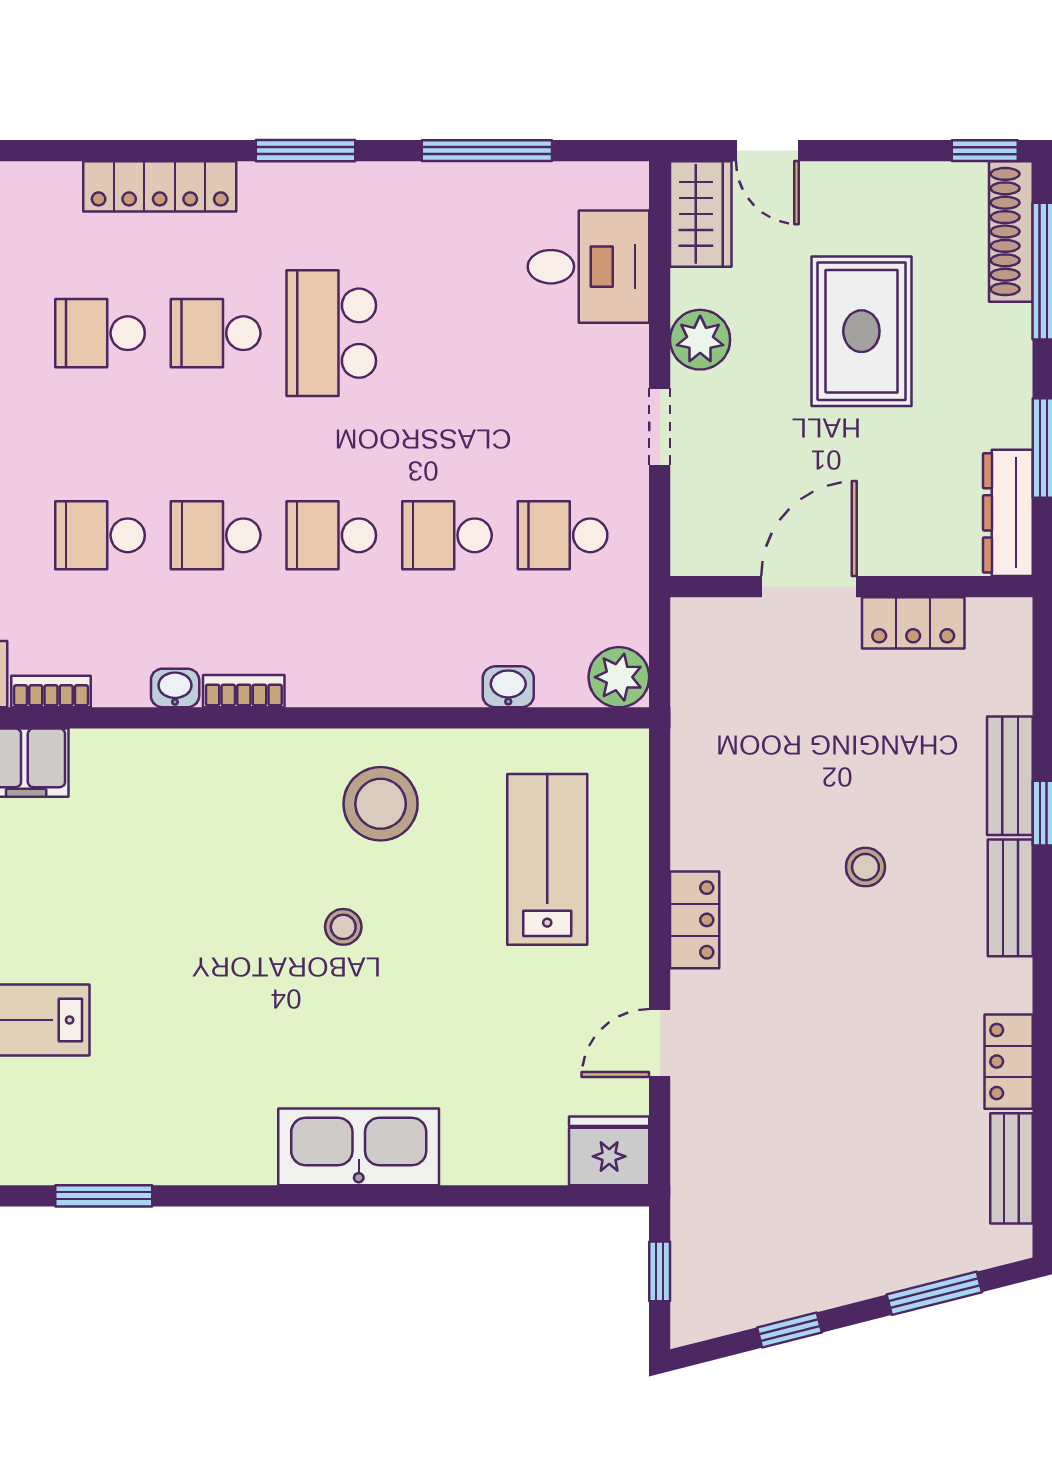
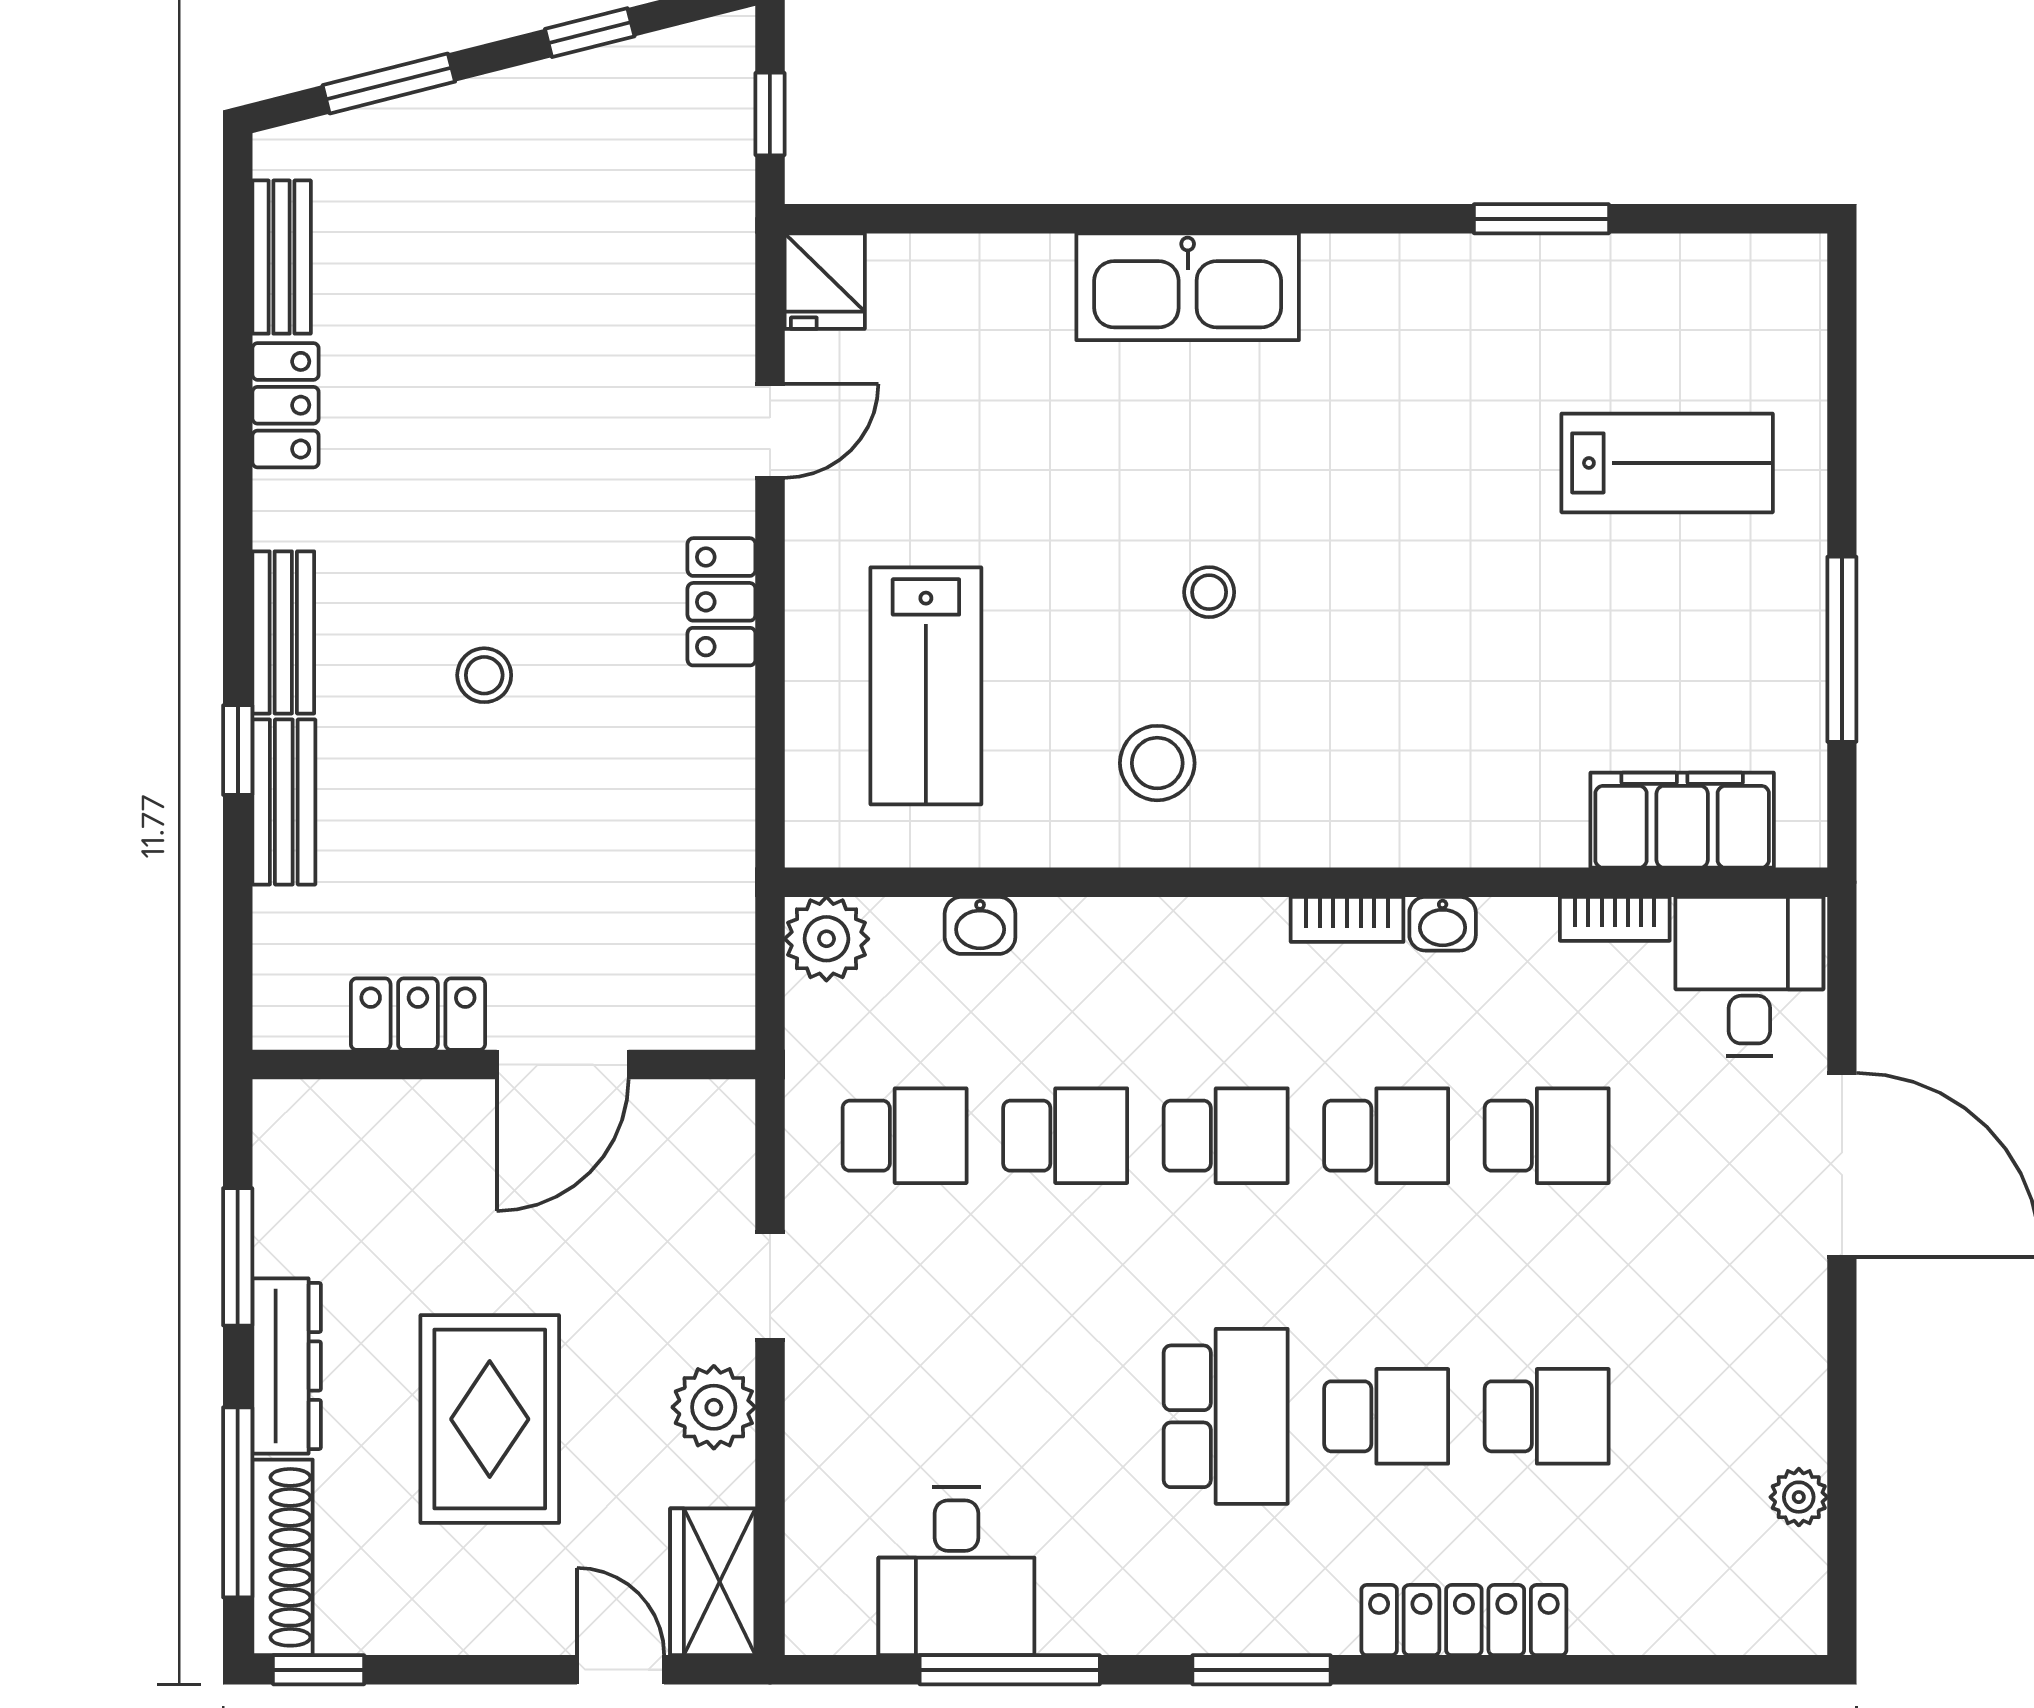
desk: (588, 267) -> (956, 1571), moved, turned -90
dresser: (1008, 513) -> (287, 1366), moved
stool: (381, 804) -> (1157, 763), width x0.73, depth x0.73
fridge: (609, 1151) -> (825, 281), width x0.72

